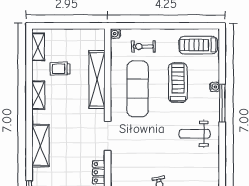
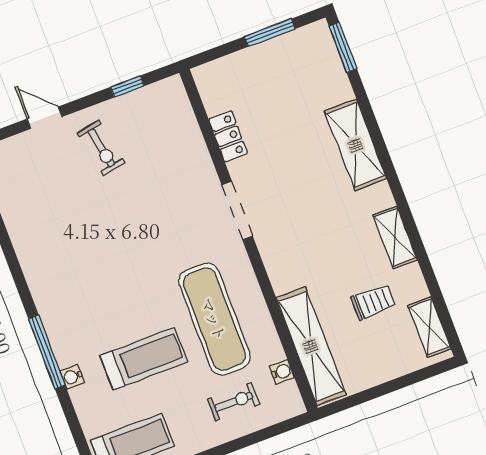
water cooler: (115, 34) -> (282, 372), moved
shelving: (97, 80) -> (311, 346), moved
treadmill: (178, 83) -> (144, 359), turned -90
weight bench: (195, 134) -> (77, 275), removed

